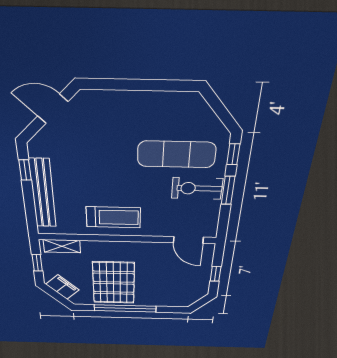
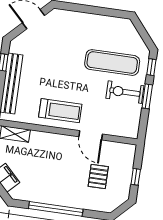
door: (188, 240) -> (91, 135), moved
pallet: (114, 283) -> (98, 176), moved, width x0.49, depth x0.50

